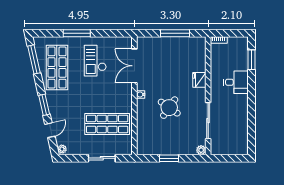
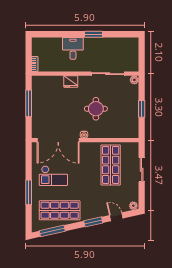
window: (252, 60) -> (93, 34), moved
double door: (134, 66) -> (58, 140), width x1.36
round table: (169, 108) -> (96, 109), turned -35

